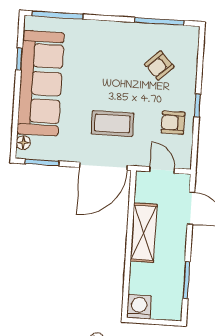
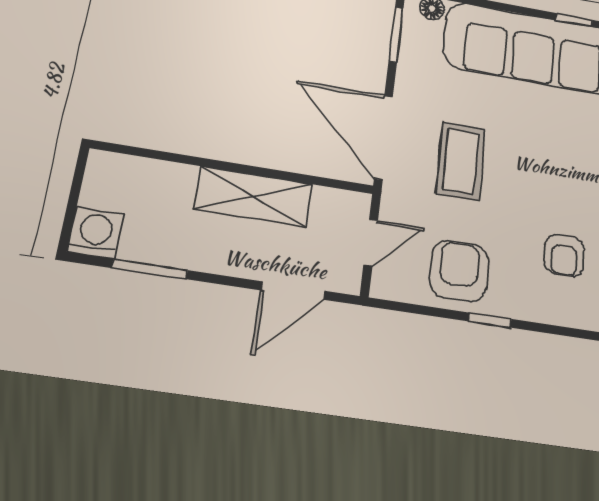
armchair: (159, 65) -> (564, 256), turned -136
armchair: (173, 123) -> (459, 271), width x1.38, depth x1.38
washing machine: (139, 307) -> (96, 233), moved, turned -90

